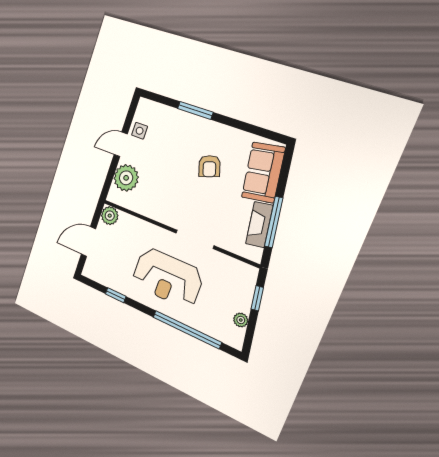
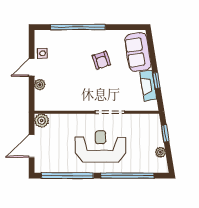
window: (195, 110) -> (78, 27), width x2.11
plant: (126, 178) -> (40, 85), width x0.53, depth x0.53
window: (274, 222) -> (157, 81), width x0.46
reception desk: (167, 278) -> (101, 146), turned 180
window: (116, 295) -> (67, 176), width x3.17

